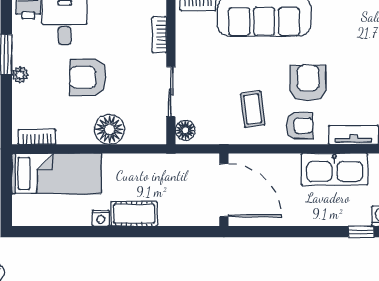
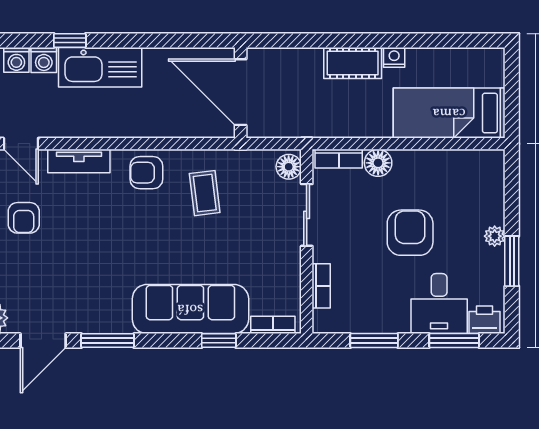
armchair: (88, 77) -> (410, 233), turned -90
armchair: (308, 83) -> (136, 226), removed
floor lamp: (110, 129) -> (378, 163), width x0.73, depth x0.73
bookcase: (37, 137) -> (339, 159), moved
kitchen sink: (334, 169) -> (100, 67), moved, turned 180

